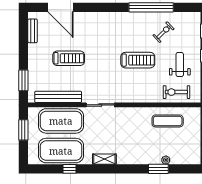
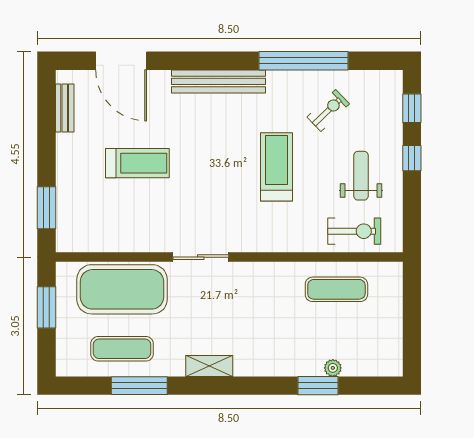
treadmill: (138, 60) -> (276, 167), turned -90
exercise bike: (176, 92) -> (354, 231), turned 180
bench: (58, 97) -> (218, 81), moved
exercise mat: (61, 151) -> (122, 349), width x0.50, depth x0.69
window: (70, 169) -> (139, 386), width x2.17

